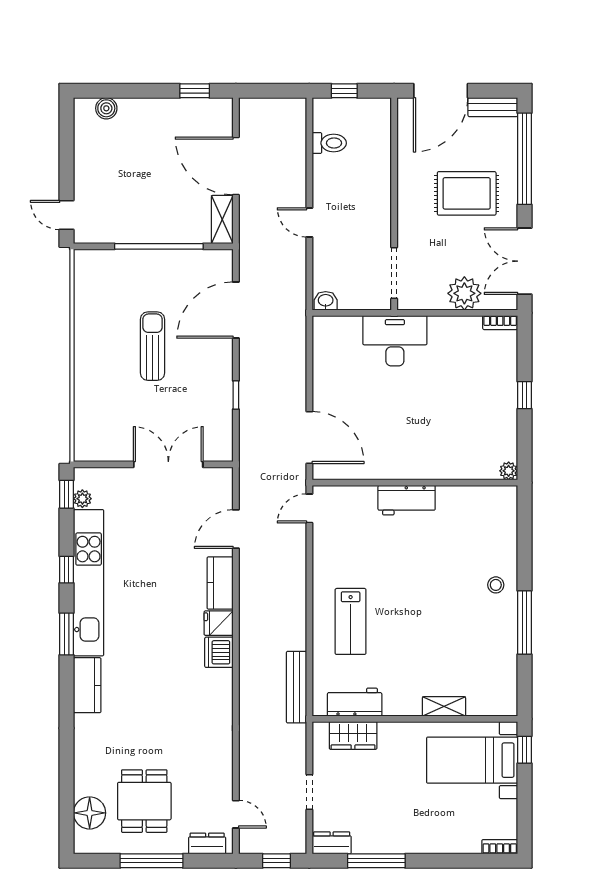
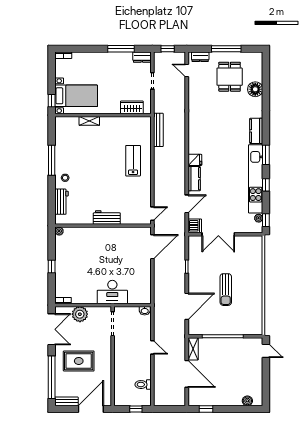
door: (309, 437) -> (152, 247), swing flipped
dishwasher: (219, 652) -> (195, 226), moved
workbench: (355, 702) -> (61, 202), moved, turned -90
floor lamp: (90, 813) -> (255, 89), moved

